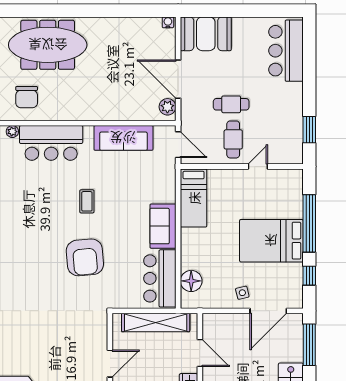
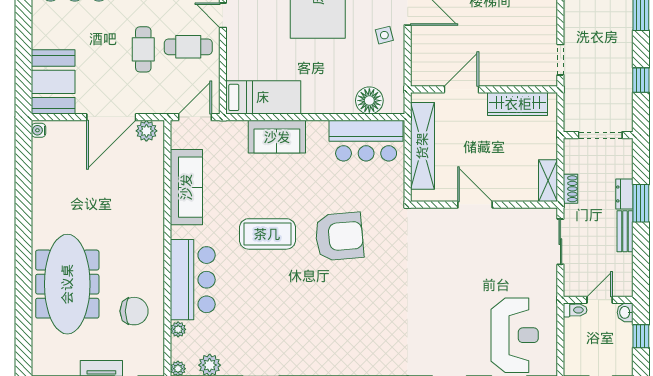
coffee table: (87, 201) -> (267, 234), width x1.86, depth x1.72
sofa: (163, 226) -> (277, 137), moved

